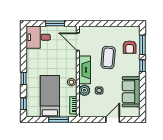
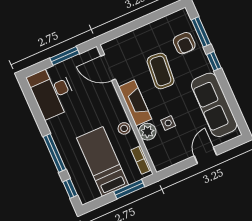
desk: (38, 37) -> (52, 92), width x1.37
window: (23, 79) -> (54, 153), width x2.17
sofa: (131, 92) -> (214, 105), width x1.36

